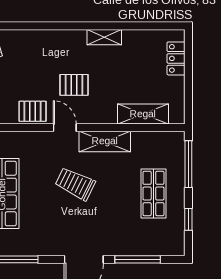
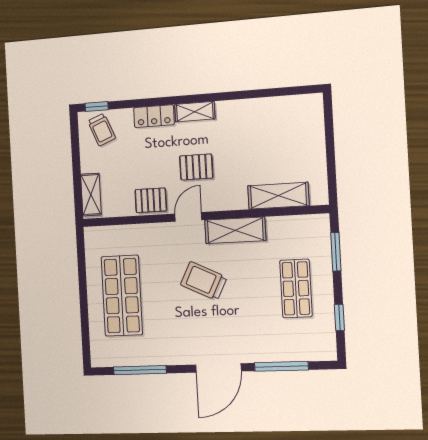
shelving: (104, 37) -> (195, 112), moved
locker: (176, 58) -> (154, 116), moved, turned -90
door: (65, 128) -> (188, 217), hinge flipped
window: (188, 164) -> (336, 252), width x0.69

